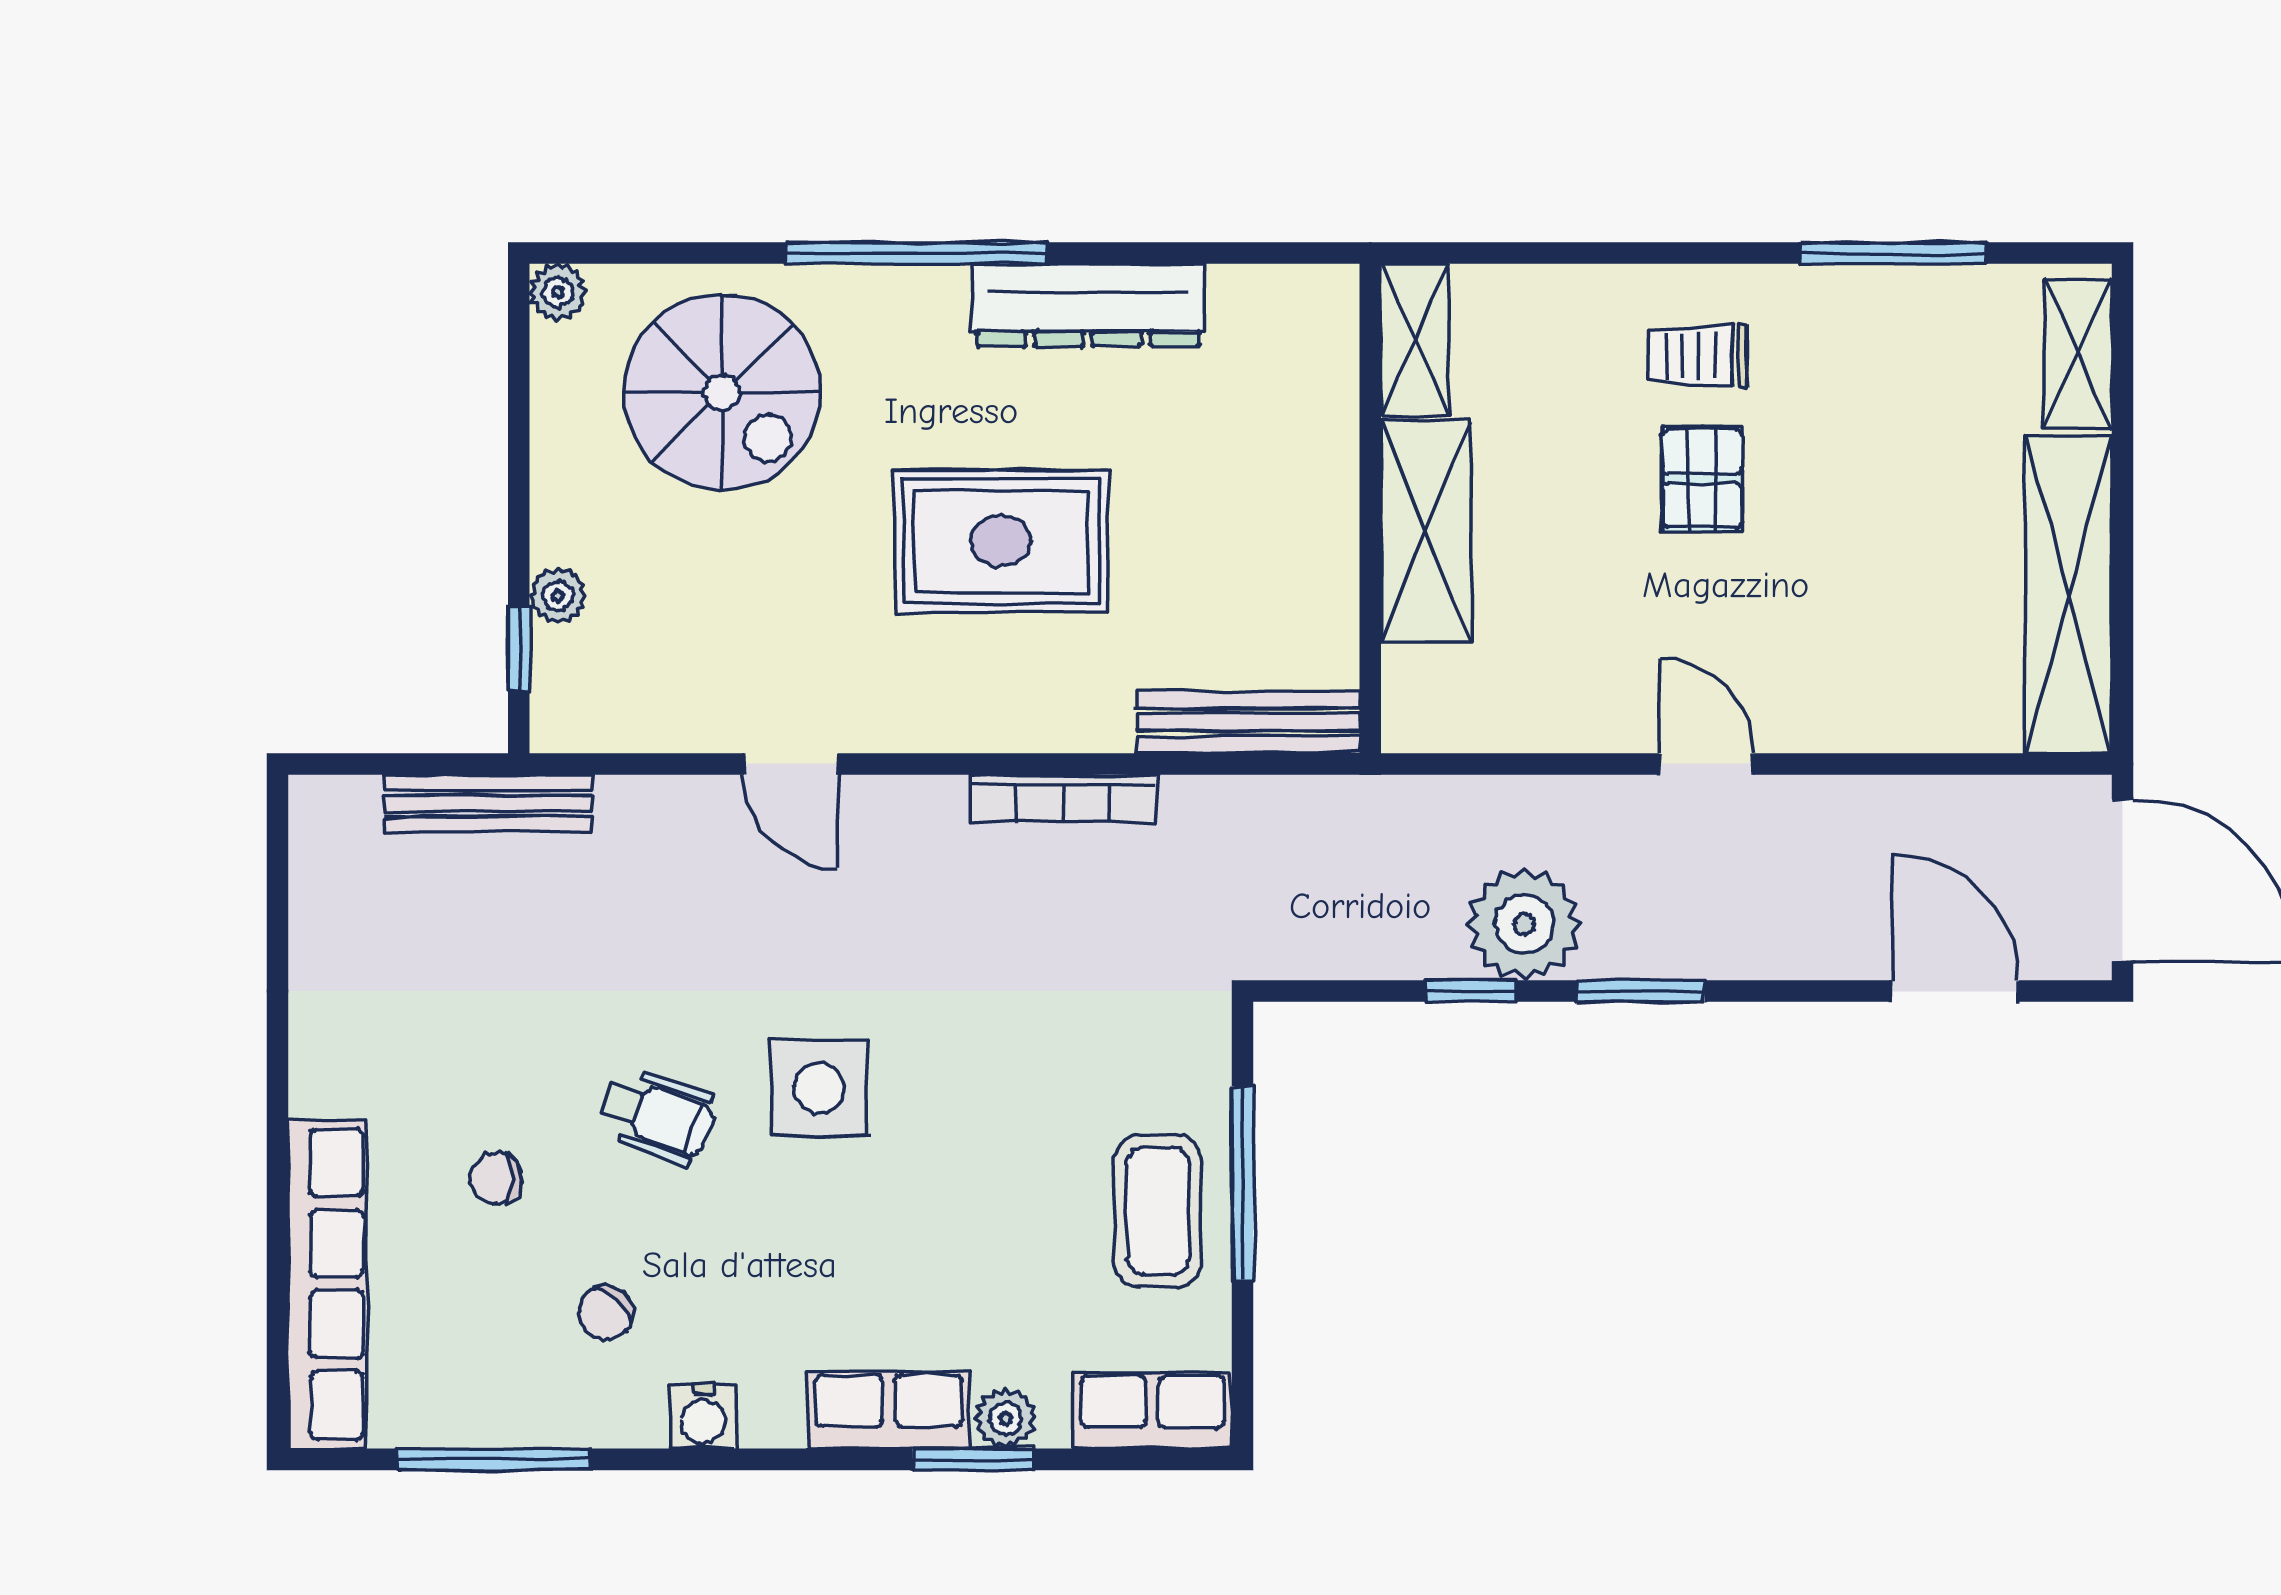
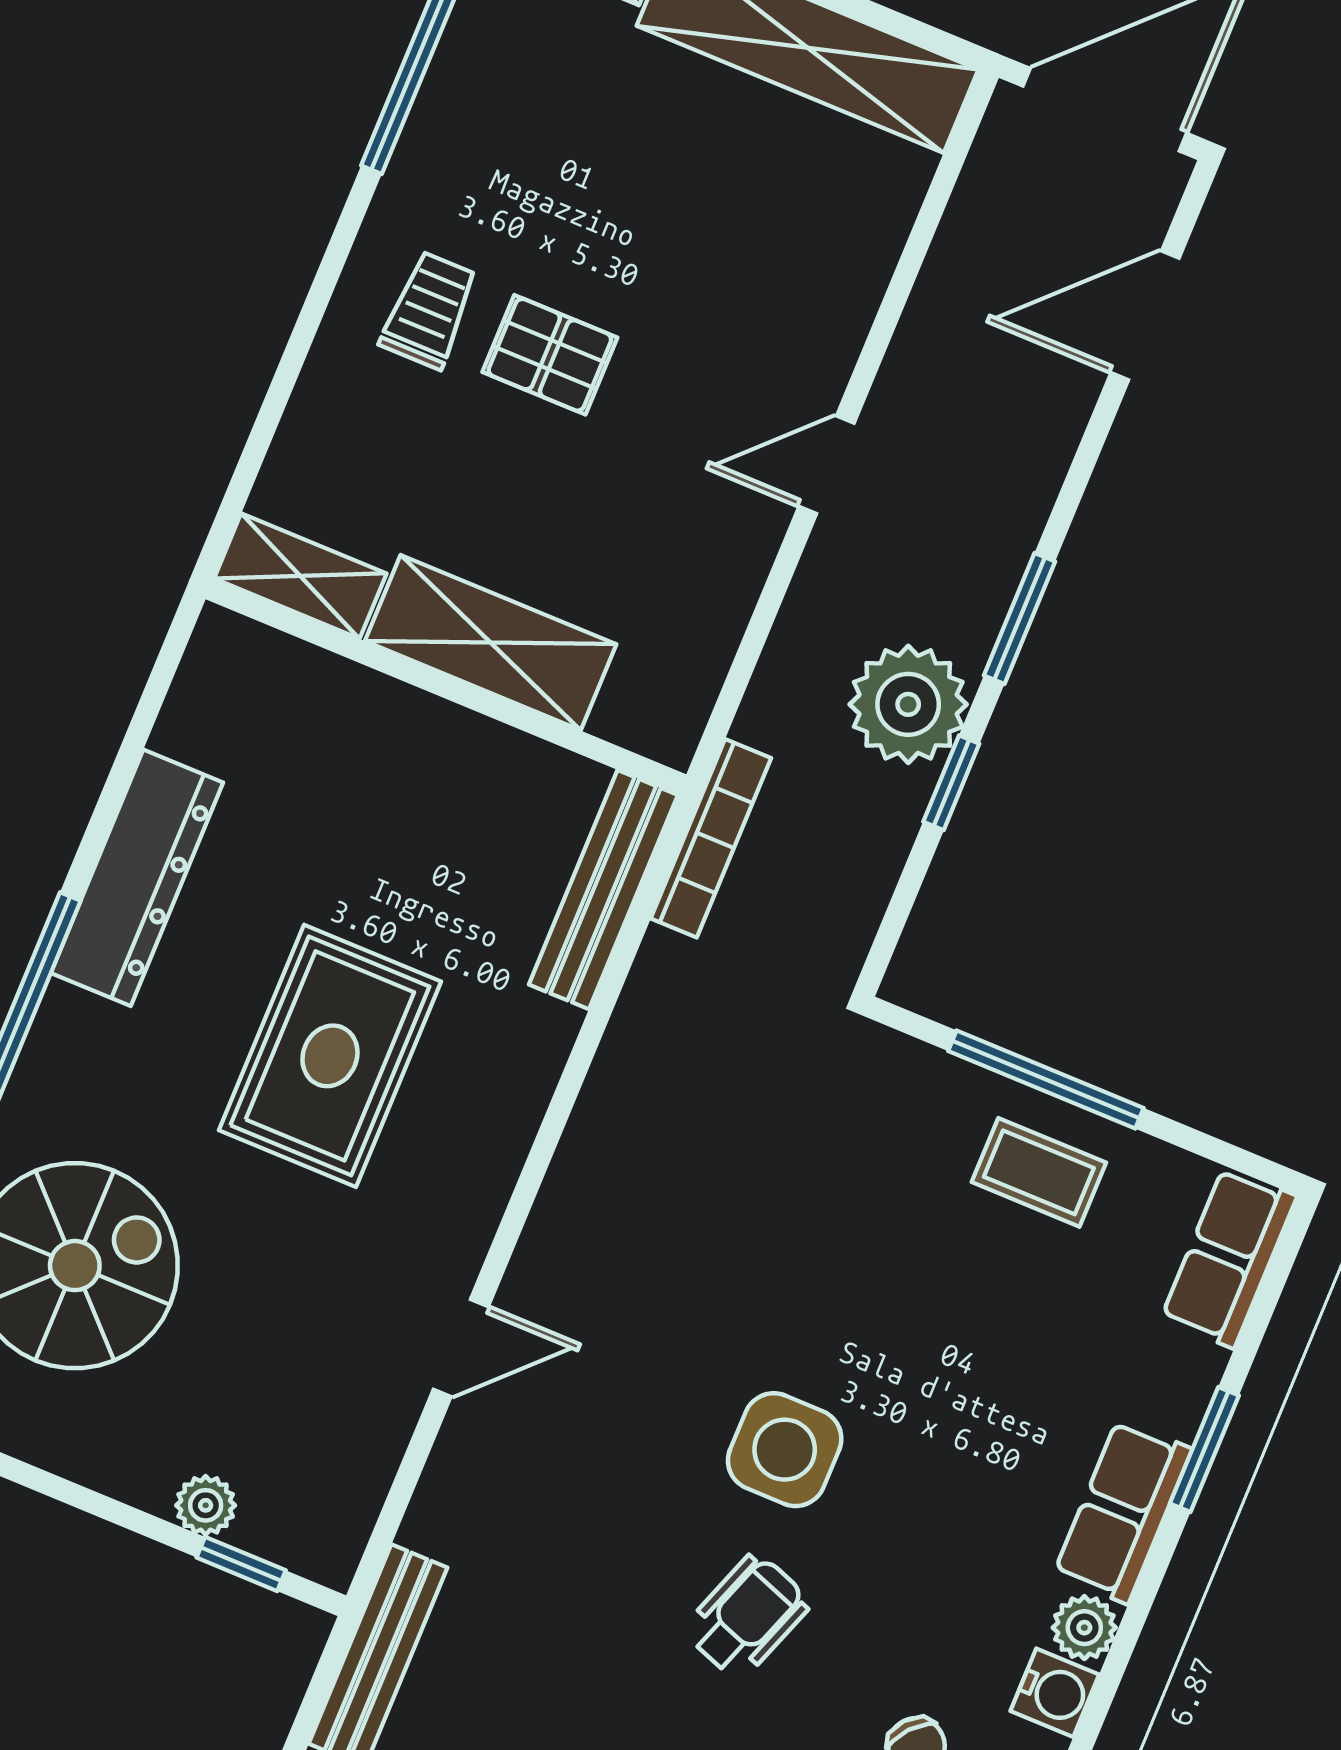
trolley: (1697, 356) -> (429, 310), turned 180
bookcase: (1063, 798) -> (711, 838), moved
coffee table: (1158, 1211) -> (1039, 1172), width x0.73, depth x0.77
plant: (1006, 1418) -> (1084, 1628), moved

